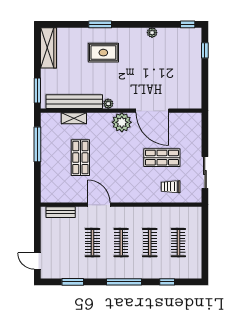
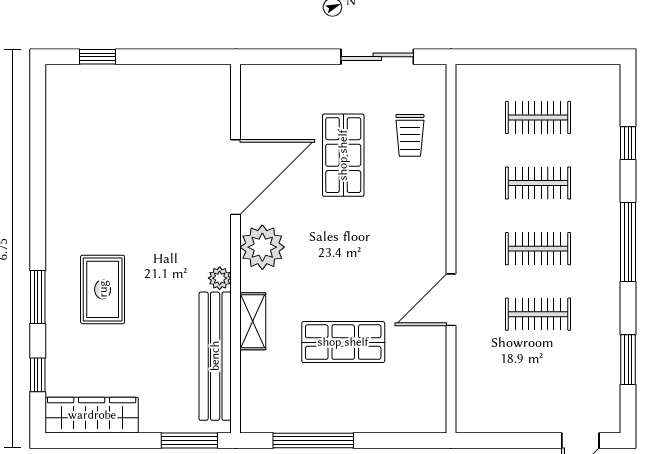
window: (188, 24) -> (38, 375), moved
plant: (152, 33) -> (57, 178), removed
shelving: (74, 118) -> (253, 321), moved
bench: (61, 212) -> (468, 387), removed

